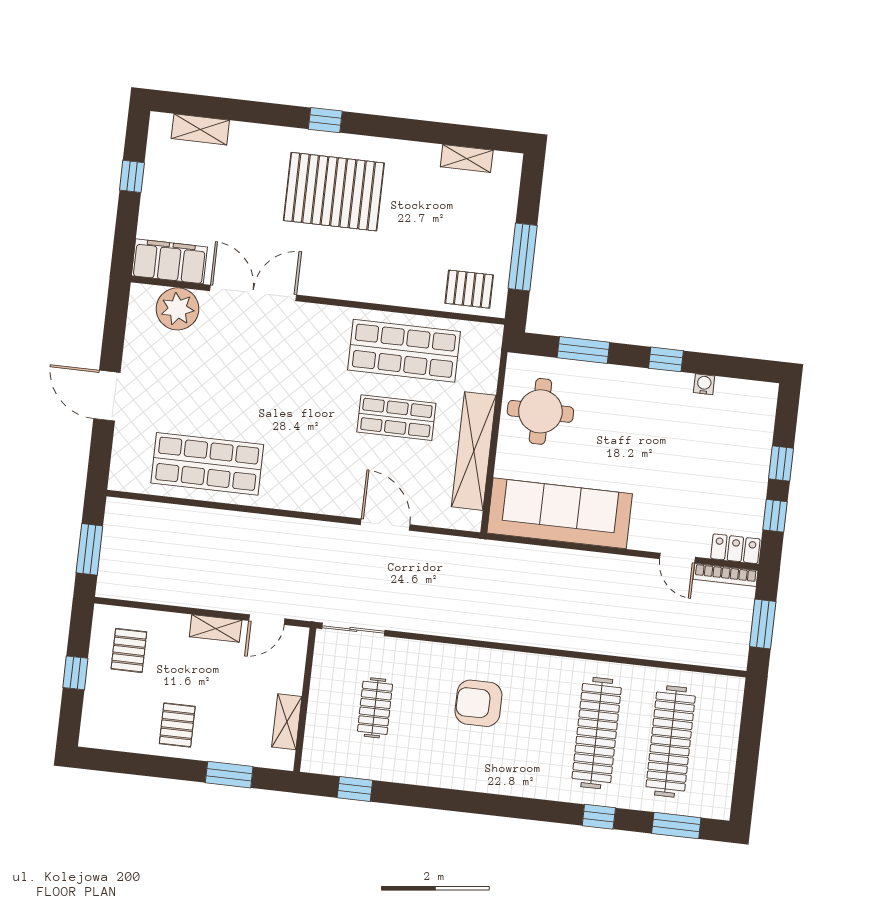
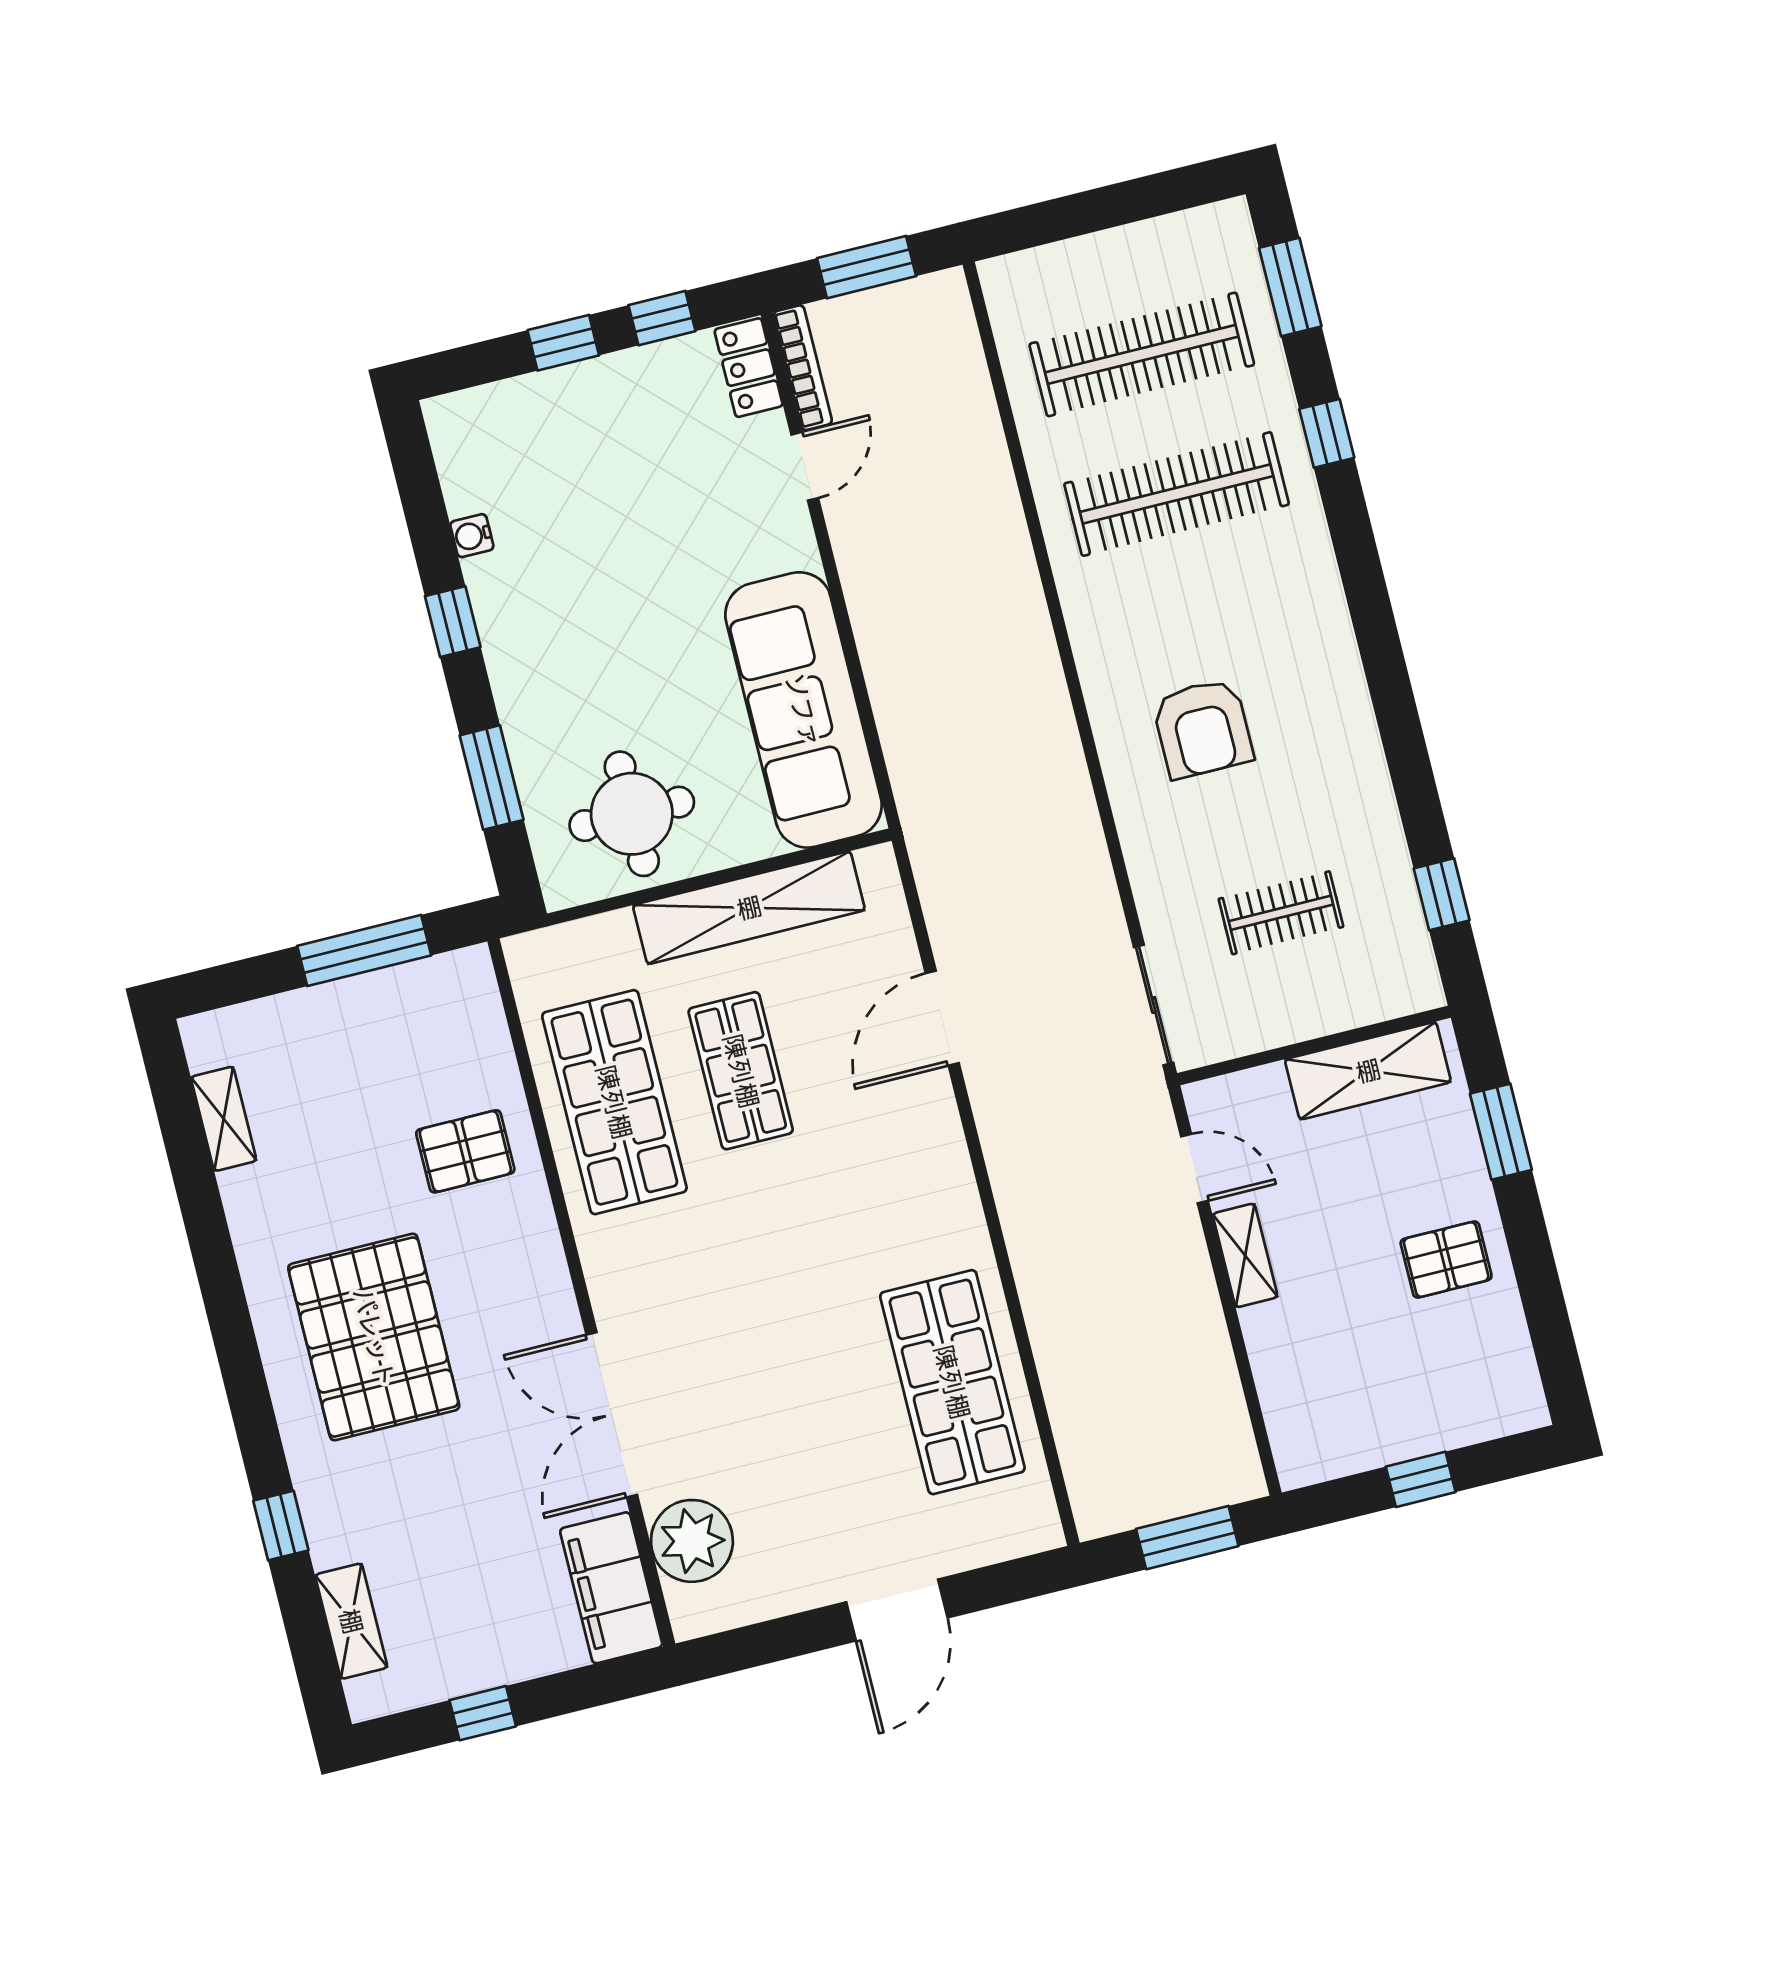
window: (325, 120) -> (281, 1526), moved
pallet: (469, 289) -> (465, 1151), moved, turned 90
pallet: (129, 650) -> (1344, 1398), removed
shelving: (287, 722) -> (1368, 1071), width x1.50, depth x1.33

